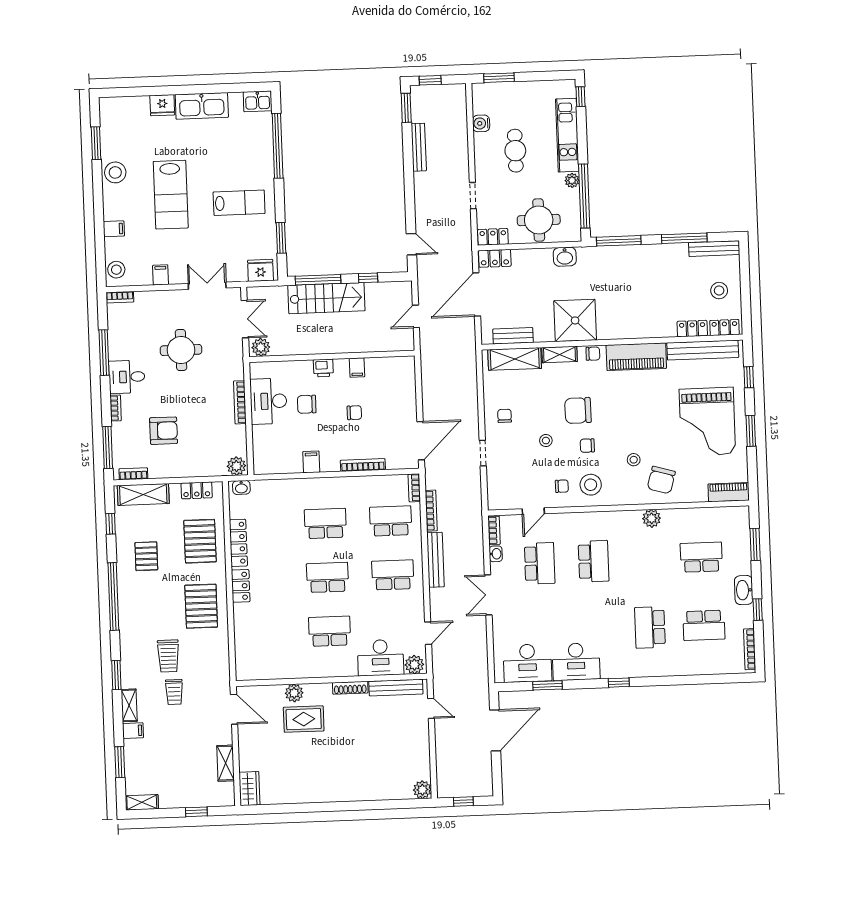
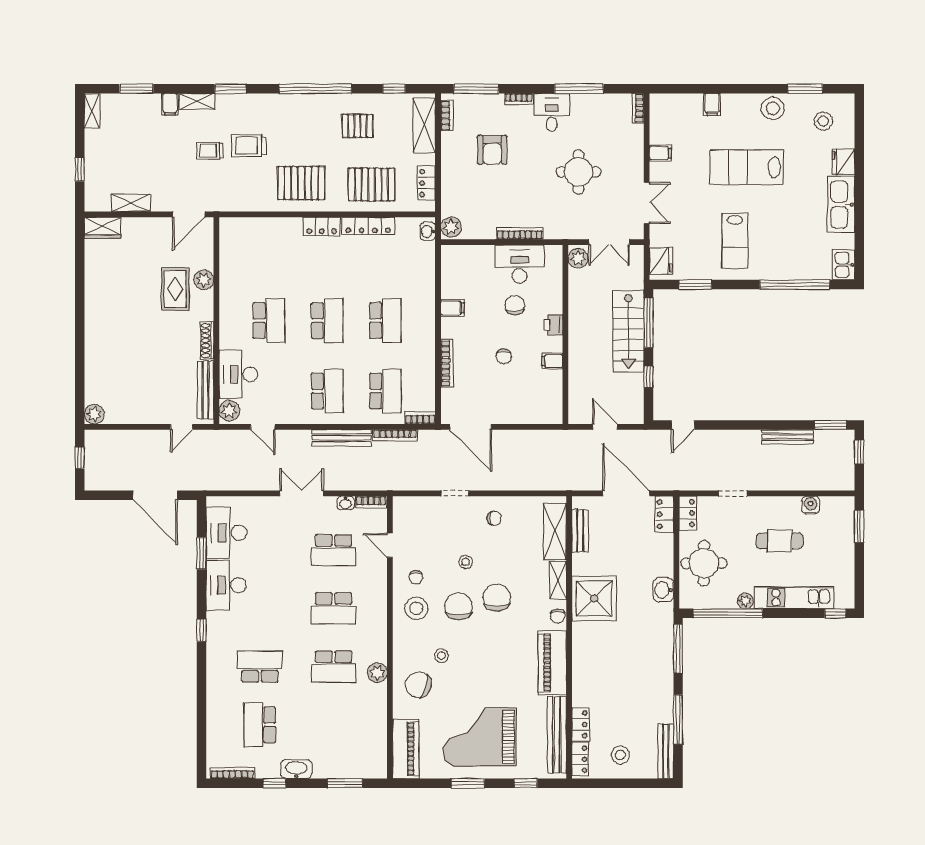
stool: (116, 270) -> (823, 121), moved
chair: (587, 446) -> (459, 606), width x1.87, depth x1.87
piano: (729, 492) -> (406, 749), width x1.37, depth x1.33
school desk: (701, 557) -> (334, 666), moved, turned 90

